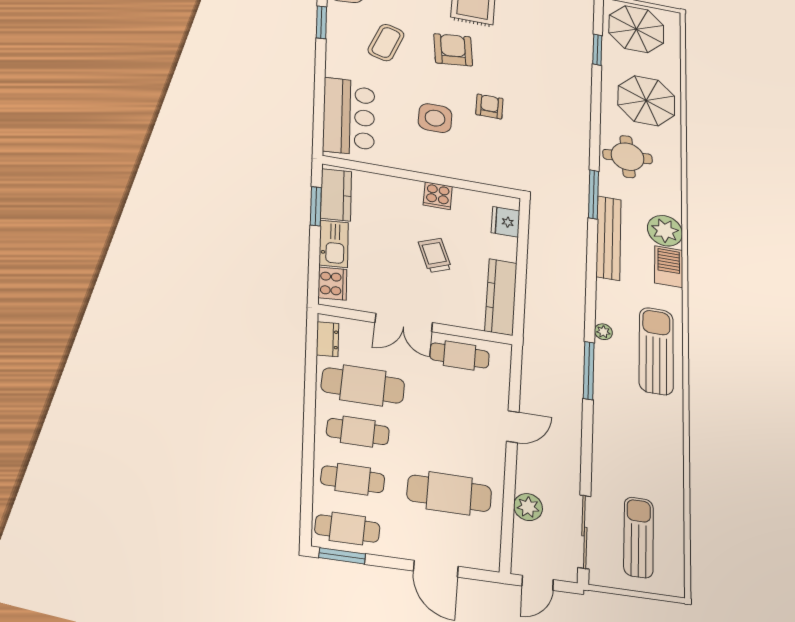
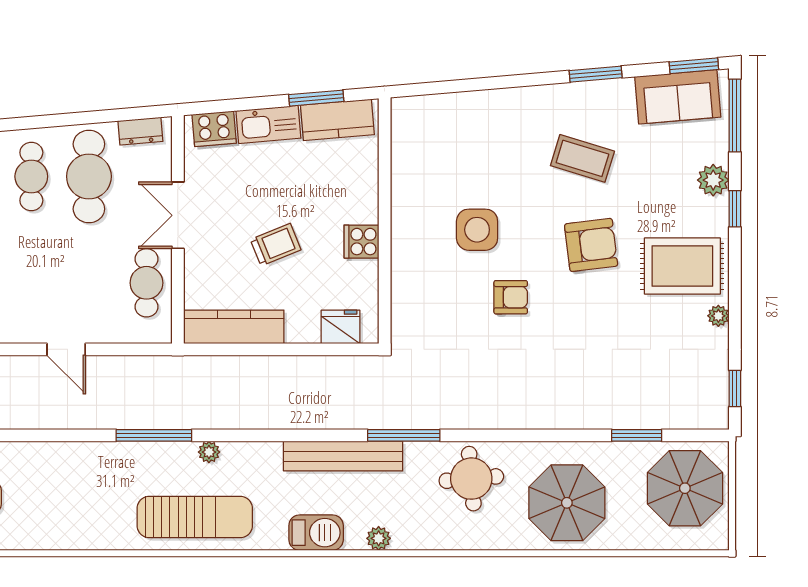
bar counter: (349, 116) -> (456, 123), removed
plant: (665, 231) -> (379, 538), width x0.53, depth x0.53

